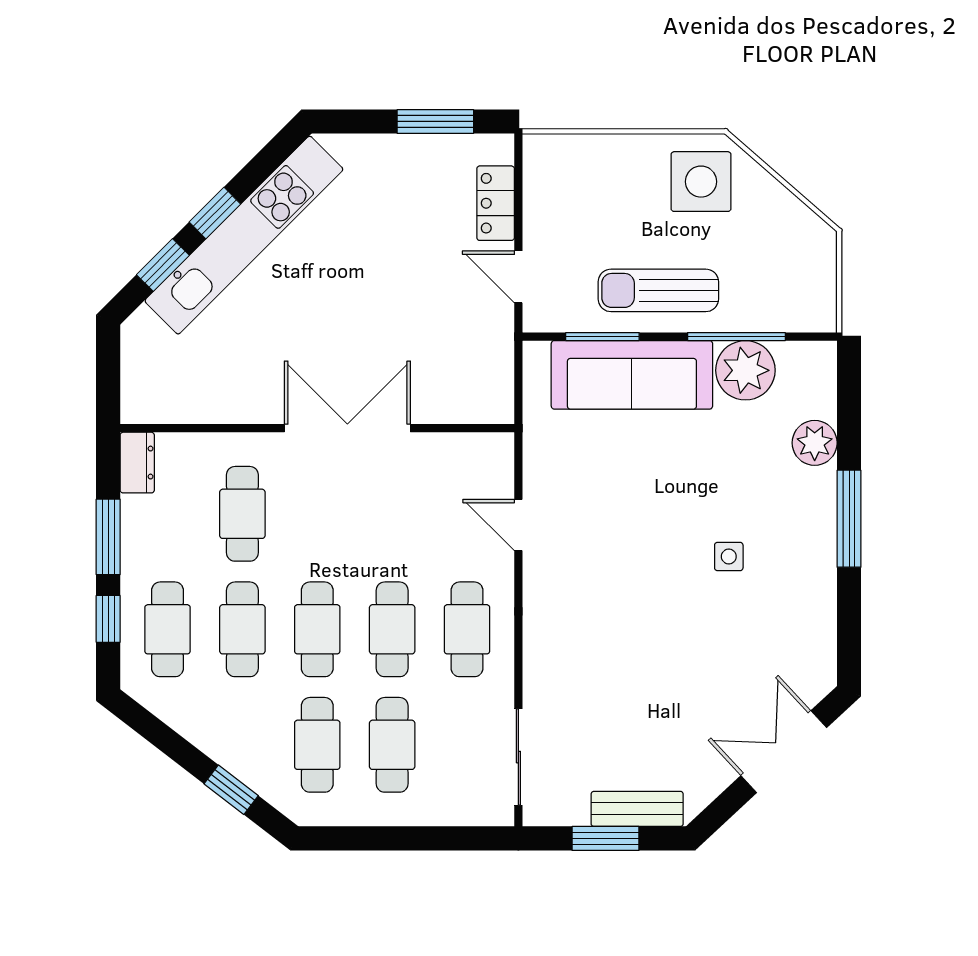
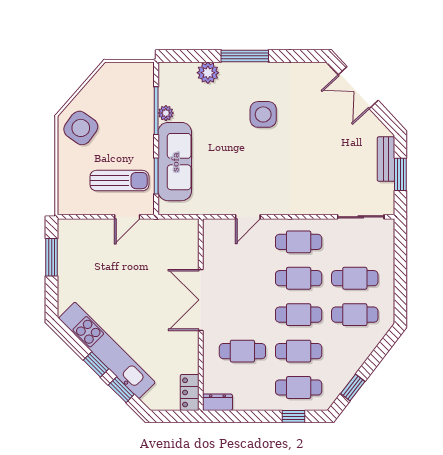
side table: (701, 182) -> (81, 128), turned 36
locker: (496, 203) -> (190, 392), moved, turned 90
sun lounger: (658, 290) -> (119, 181), moved, turned -90
plant: (745, 370) -> (166, 113), width x0.53, depth x0.53
window: (108, 537) -> (254, 416), removed
side table: (729, 556) -> (263, 114), width x1.87, depth x1.87
window: (231, 790) -> (353, 388), moved

